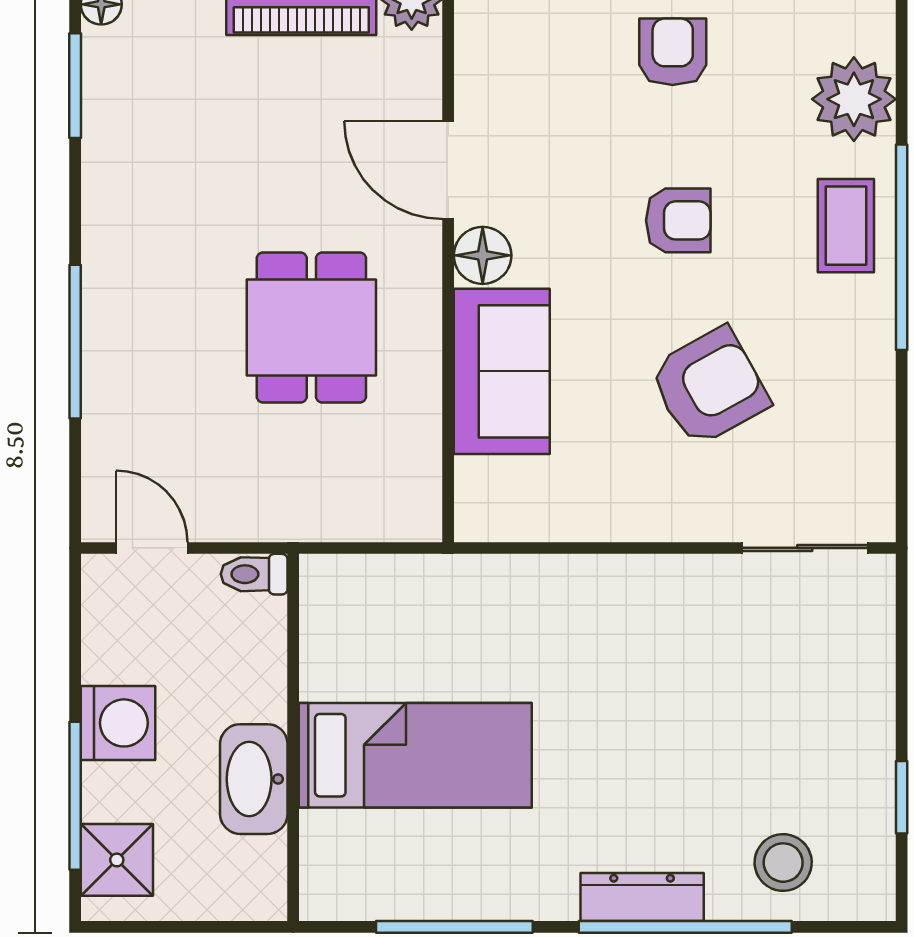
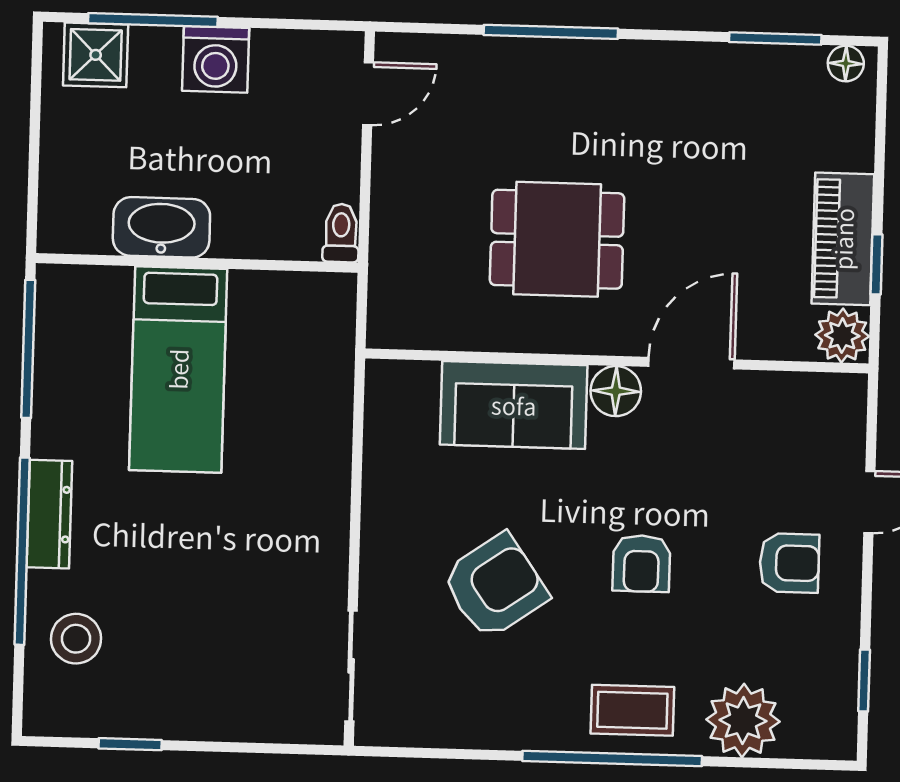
armchair: (709, 387) -> (495, 586), turned -96
toilet: (254, 574) -> (341, 233), moved
wall: (293, 737) -> (197, 263), moved
bed: (415, 755) -> (178, 369), moved
washbasin: (254, 779) -> (161, 227), moved

